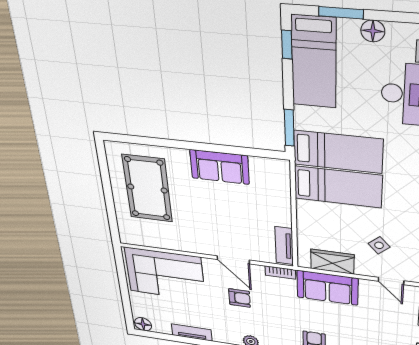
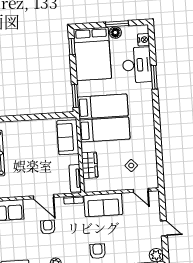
window: (341, 13) -> (117, 24), moved
bed: (314, 62) -> (92, 54), width x1.50
sofa: (220, 167) -> (68, 137), moved, turned 90
wardrobe: (332, 262) -> (90, 165), moved, turned 90
armchair: (239, 298) -> (48, 227), turned -90

